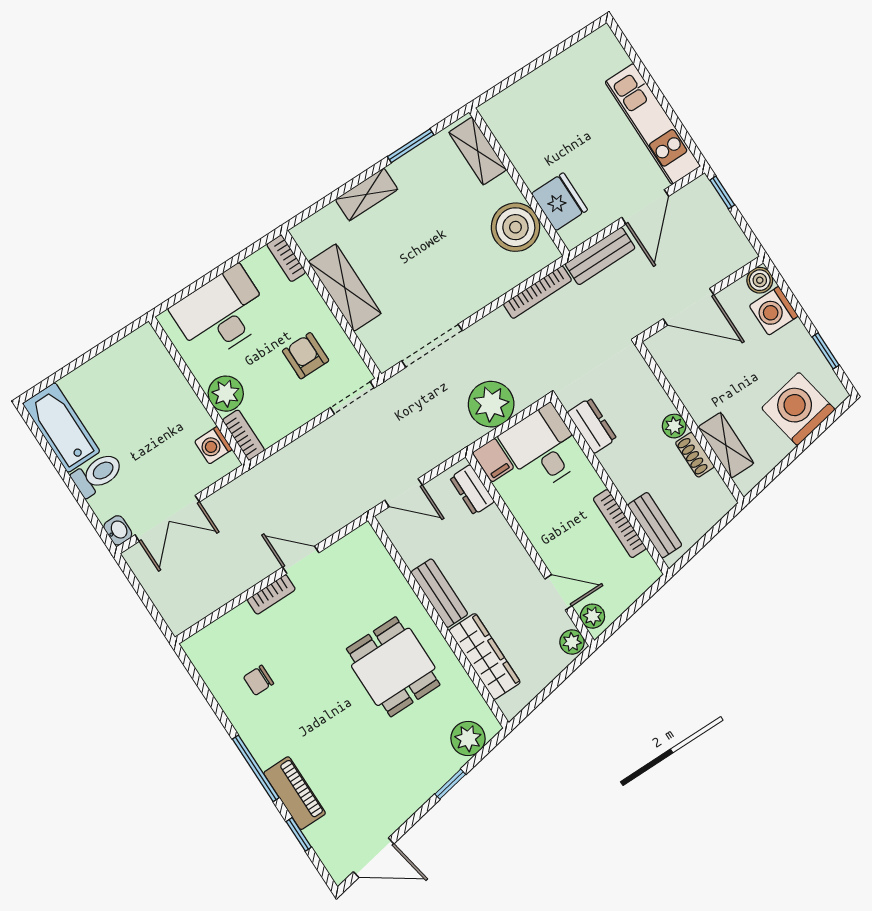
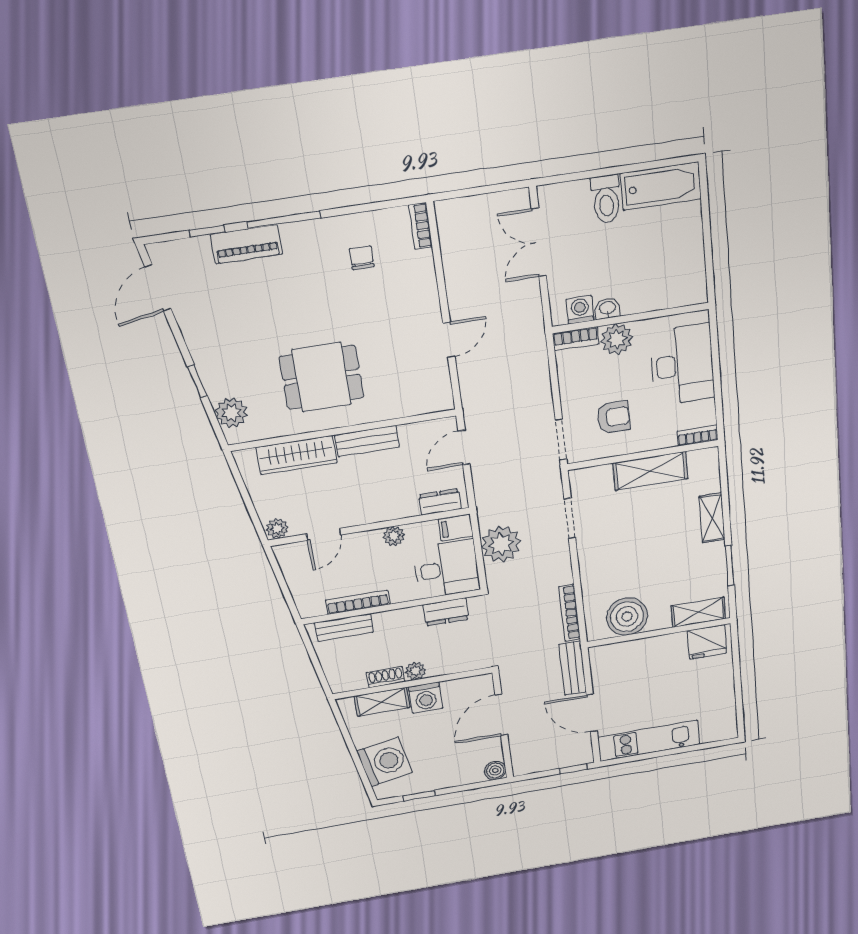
fridge: (559, 202) -> (707, 642), moved
washing machine: (774, 311) -> (426, 698), moved, turned 180
doorway: (432, 346) -> (570, 518), width x0.73
washbasin: (118, 530) -> (608, 308), moved, turned 180
bookcase: (271, 594) -> (420, 226), moved
plant: (593, 616) -> (394, 536), moved

